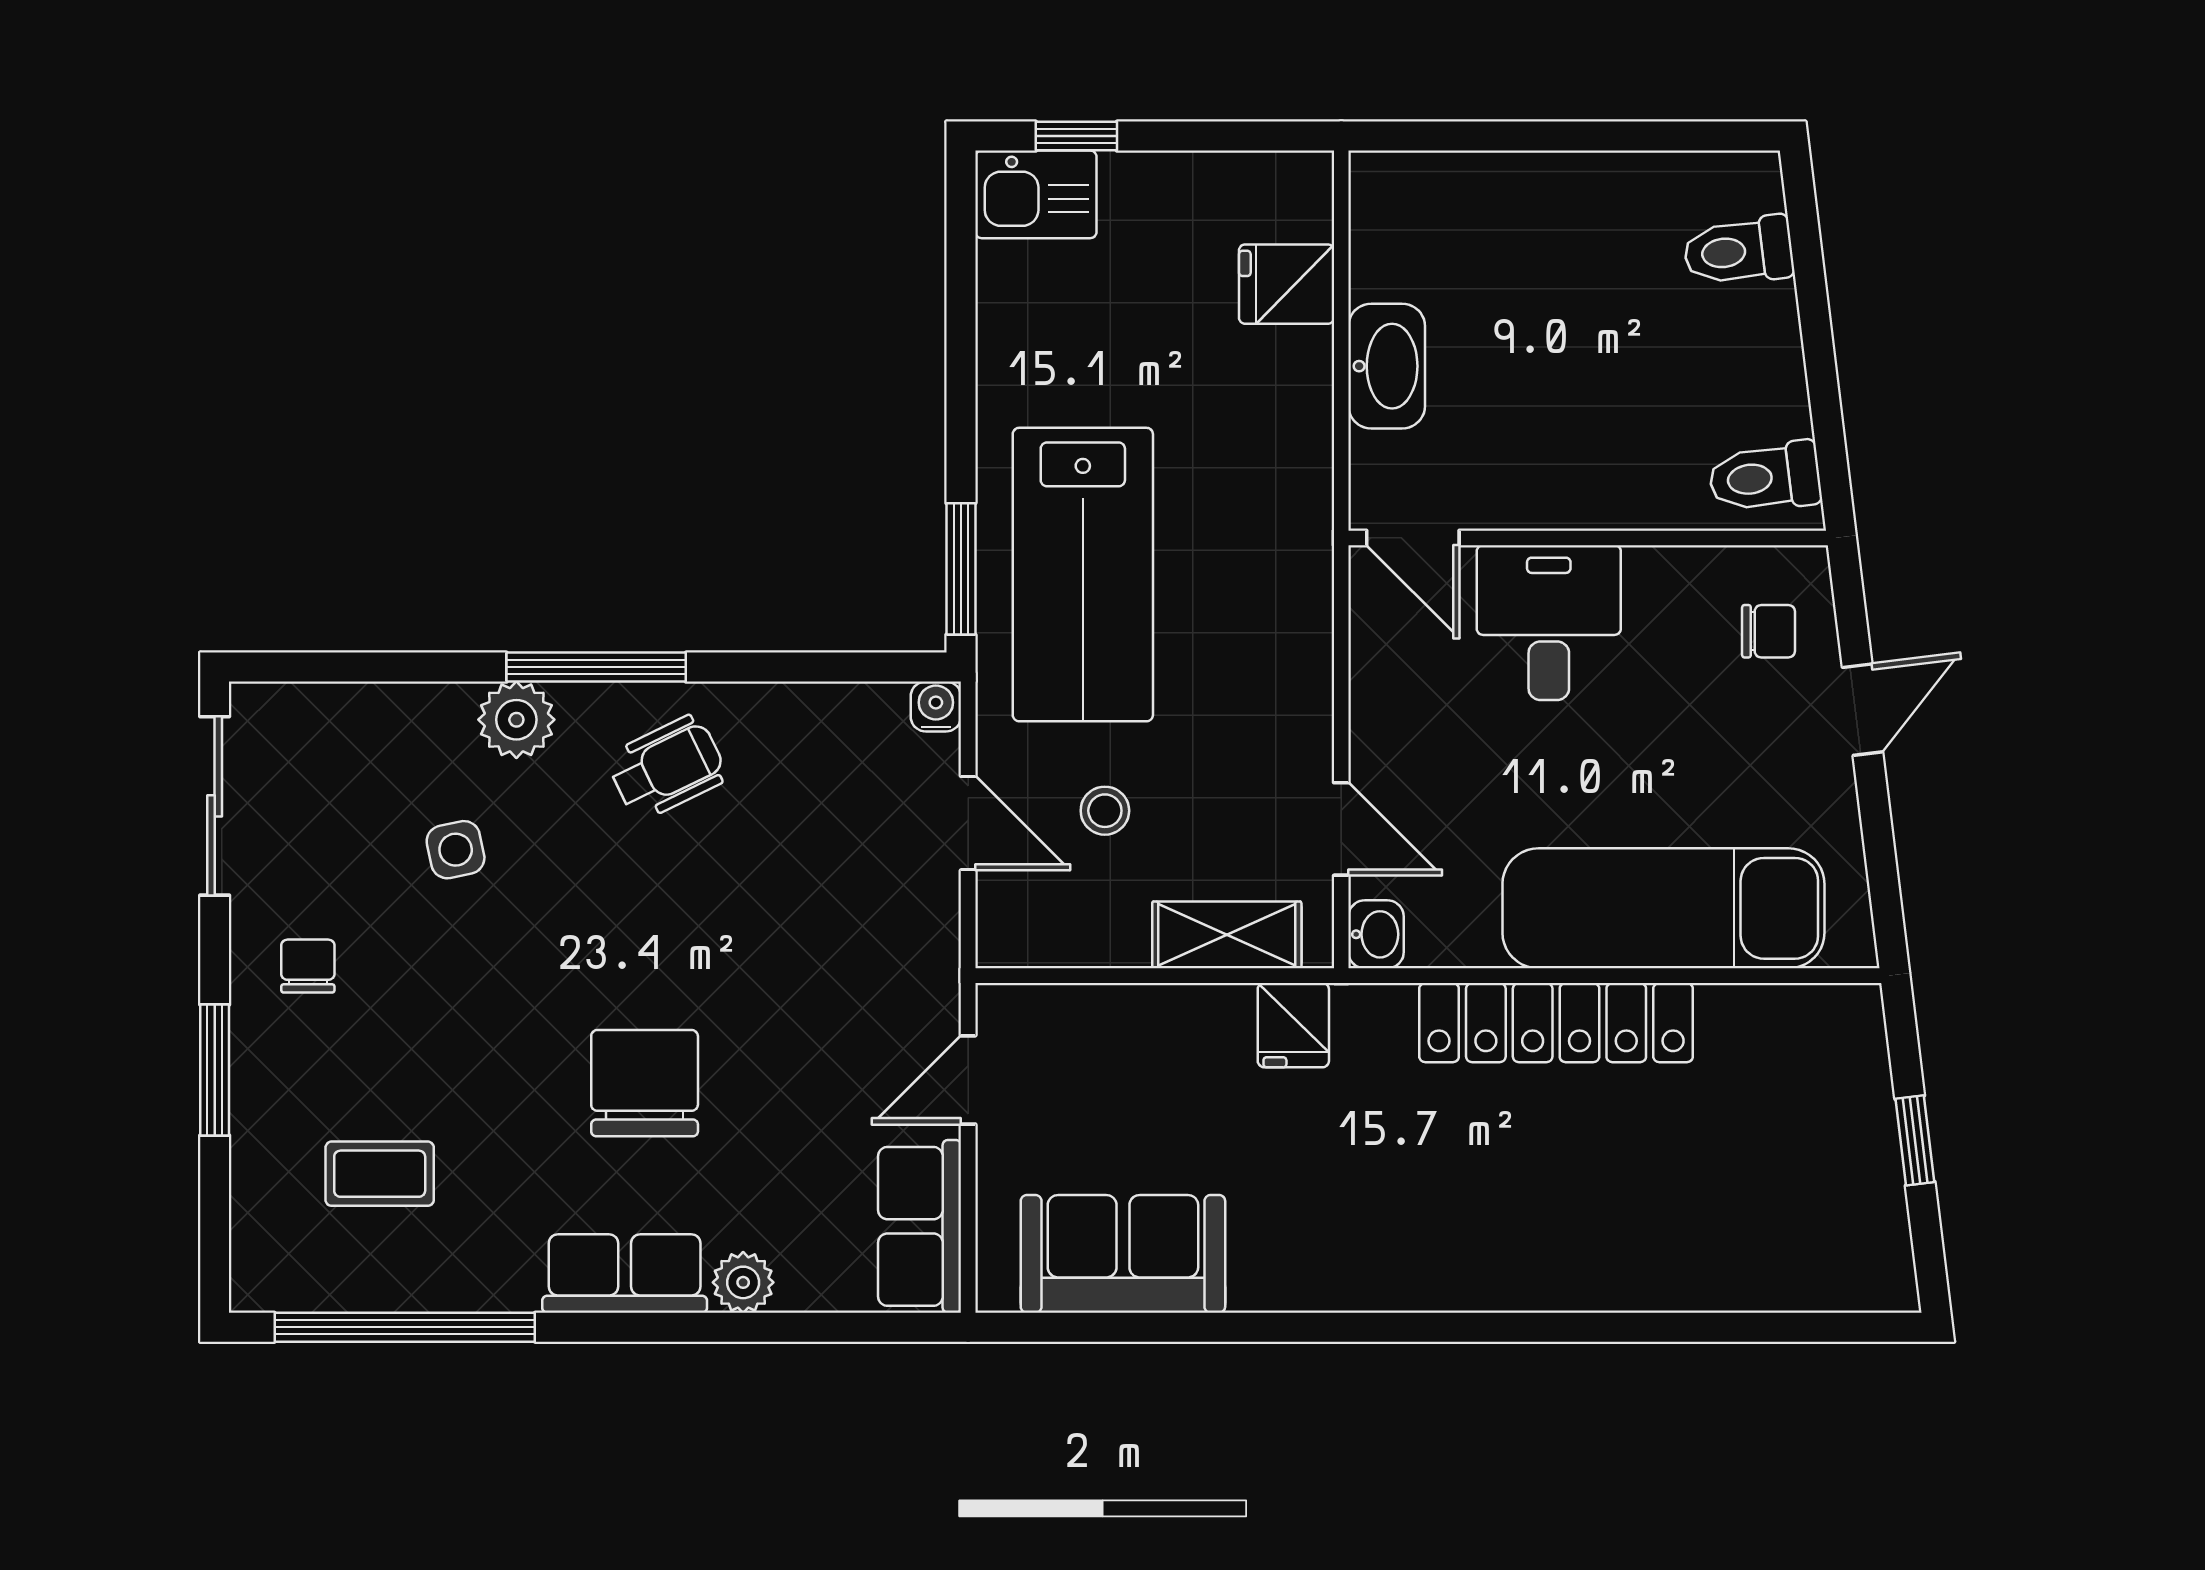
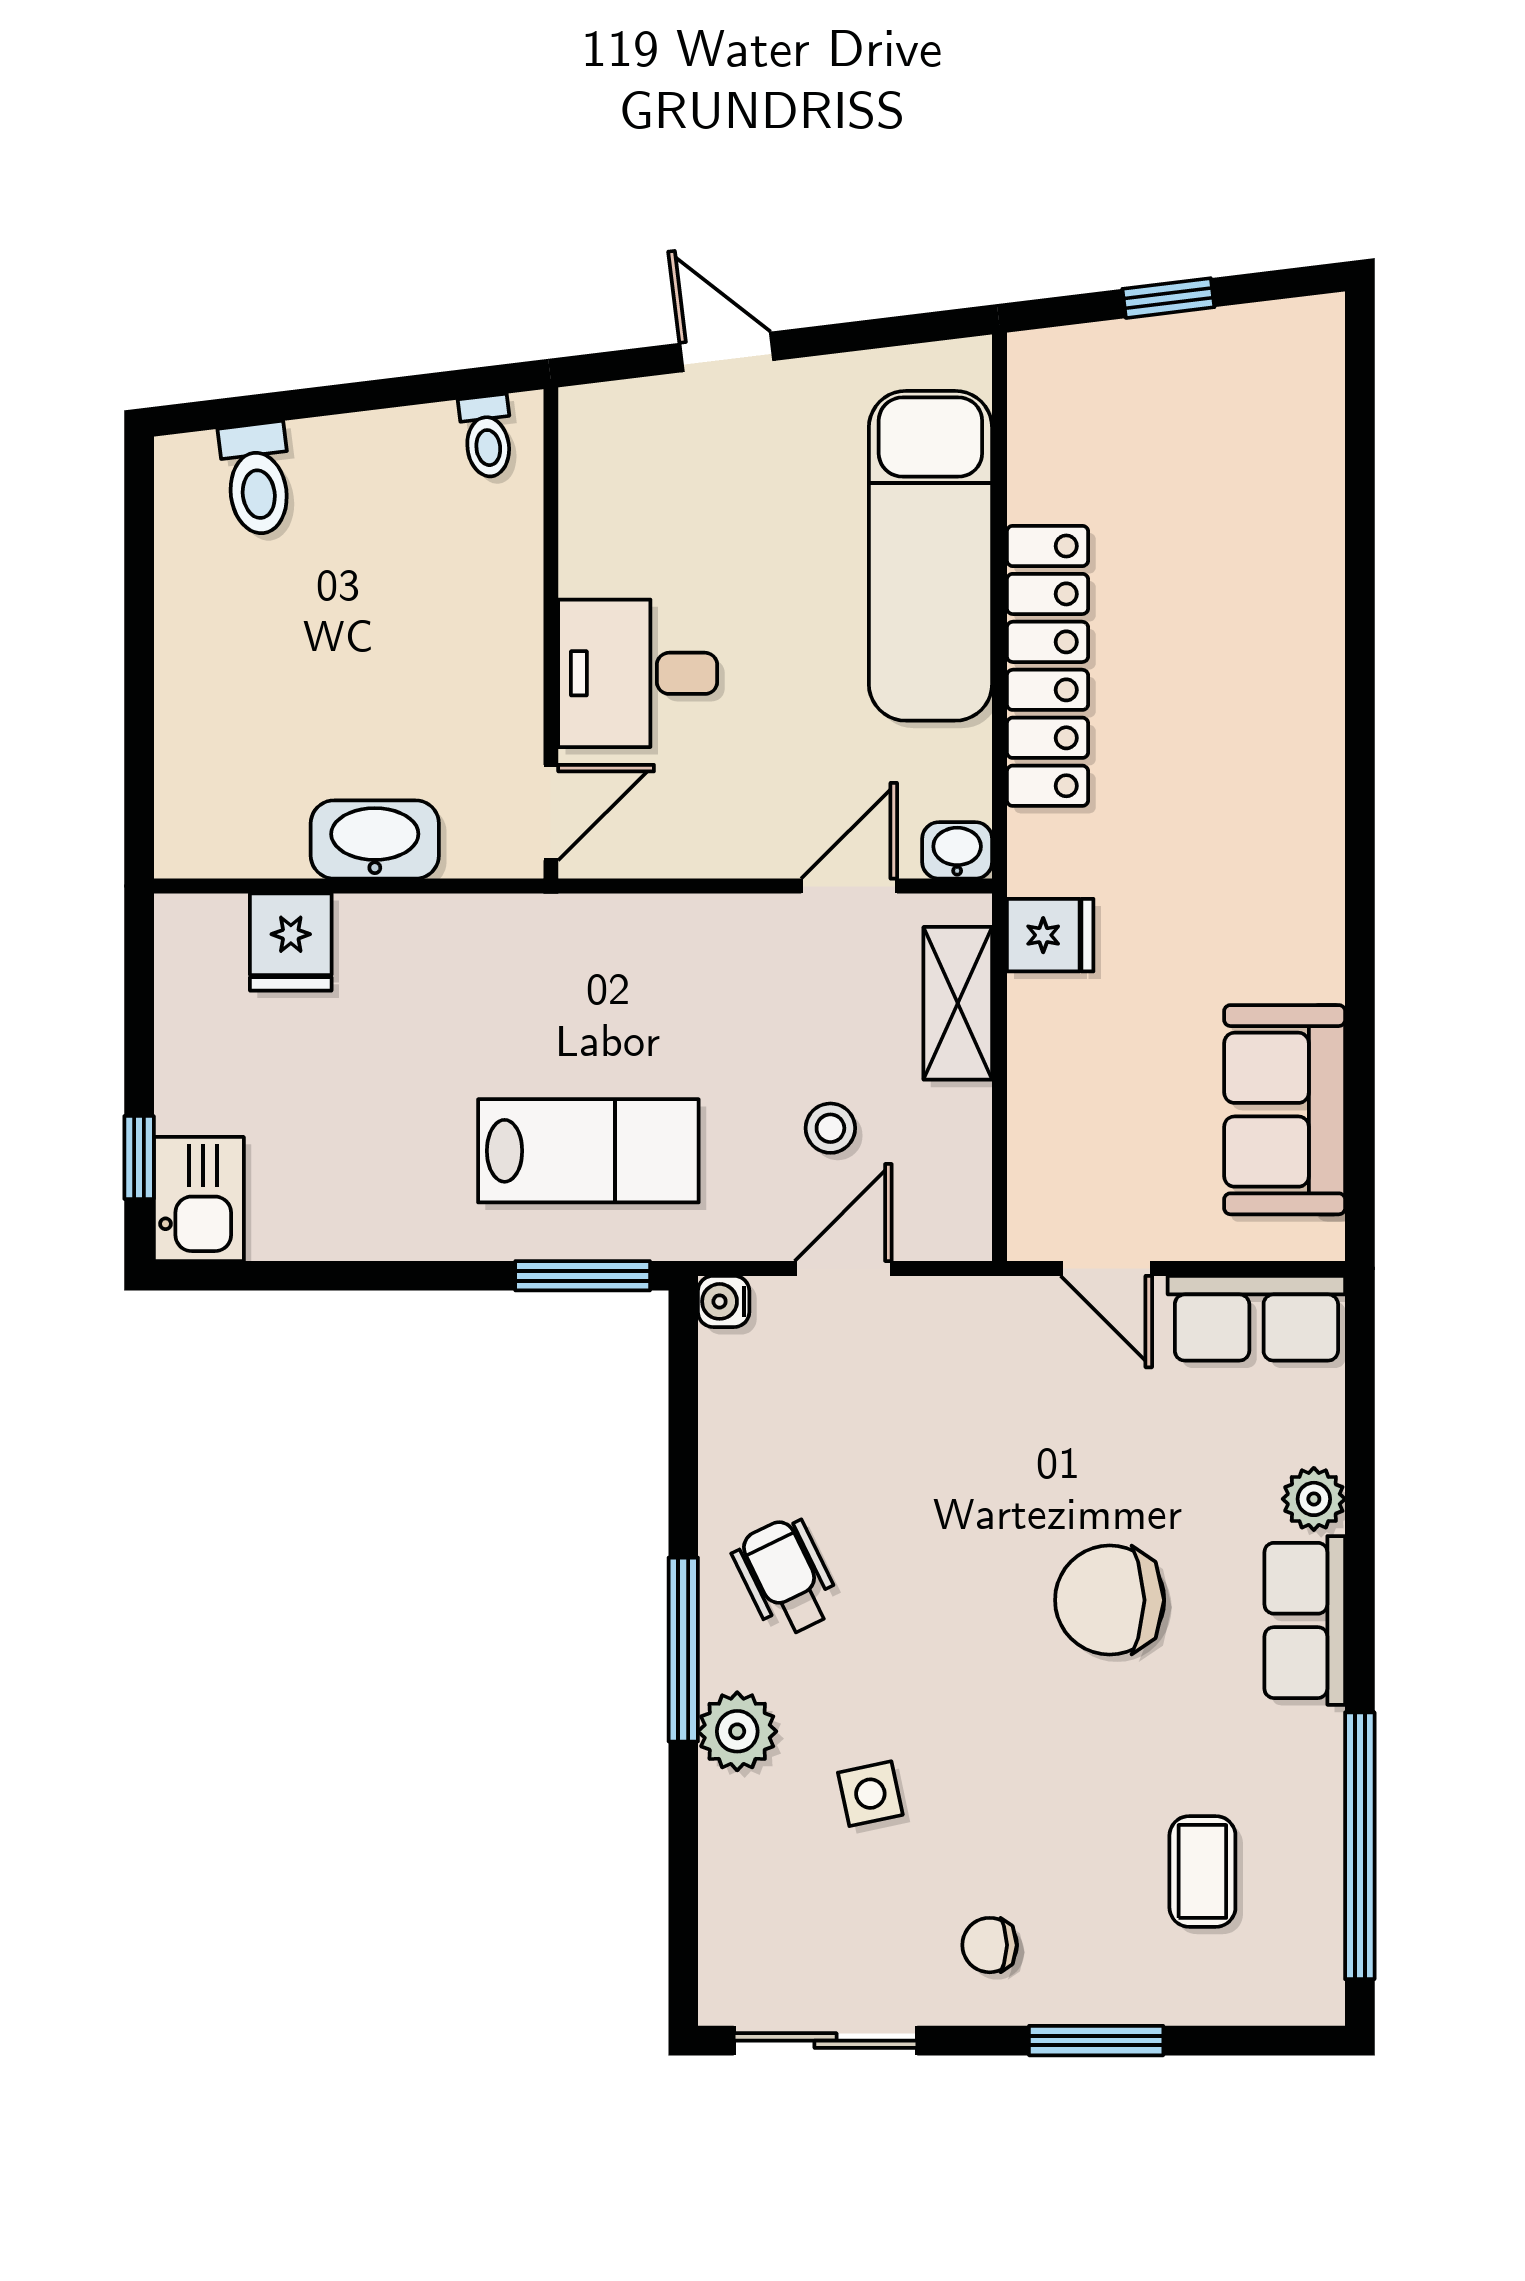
toilet: (1765, 477) -> (487, 436), width x0.73, depth x0.72
lab bench: (1083, 575) -> (588, 1151), width x0.73, depth x0.72
chair: (1769, 631) -> (647, 448), removed

